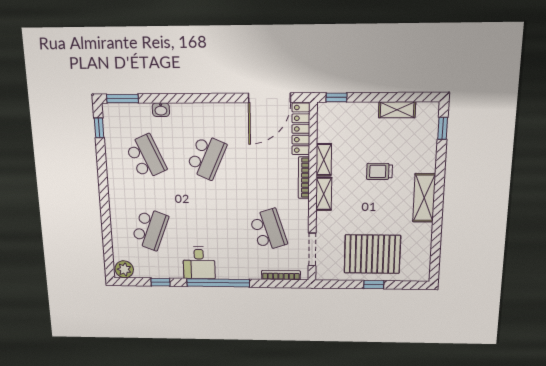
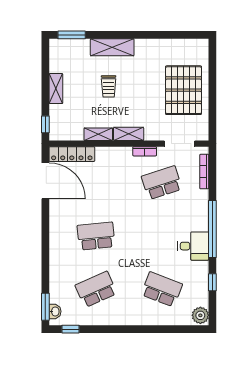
washbasin: (161, 110) -> (55, 311), moved
shelving: (397, 110) -> (56, 89), moved
window: (443, 128) -> (72, 35), width x1.50
school desk: (206, 157) -> (96, 236), turned -30
bookcase: (304, 178) -> (145, 151), moved, width x0.64
shelving: (424, 198) -> (112, 47), moved
window: (374, 285) -> (212, 88), removed

